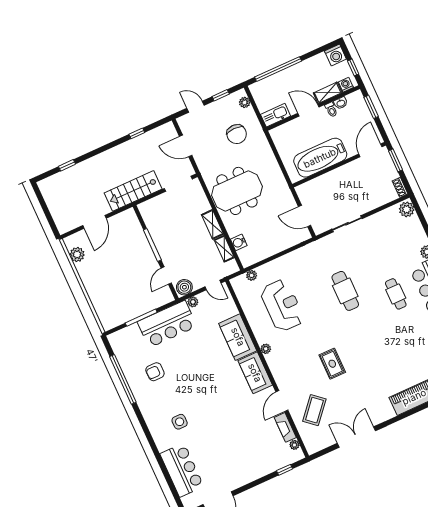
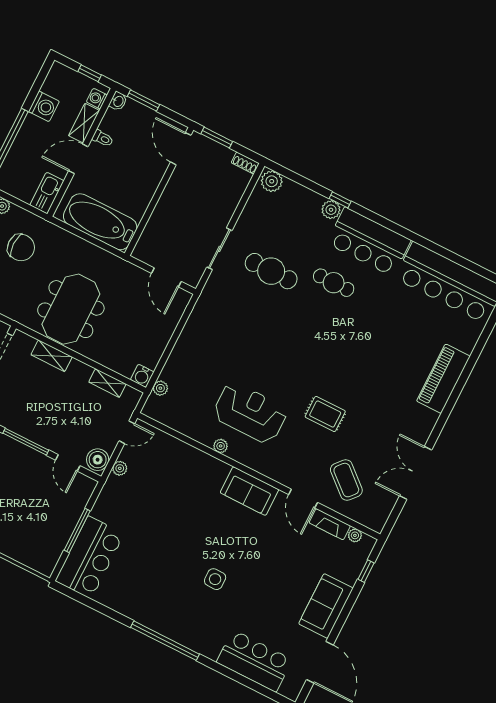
washing machine: (335, 55) -> (44, 106), moved
washbasin: (341, 103) -> (118, 101), moved
bathtub: (320, 158) -> (100, 222), moved, turned 90
door: (305, 216) -> (166, 277), hinge flipped
shelving: (212, 224) -> (52, 356), moved
water cooler: (239, 242) -> (142, 376), moved
cafe table: (345, 291) -> (271, 271), moved
reception desk: (282, 305) -> (250, 413), moved
bar counter: (167, 324) -> (90, 557), moved
sofa: (238, 337) -> (326, 606), moved, turned 90
plant: (266, 349) -> (221, 446), moved
armchair: (155, 372) -> (139, 577), removed
window: (123, 379) -> (165, 641), moved
side table: (180, 422) -> (215, 579), moved

